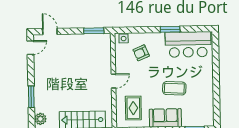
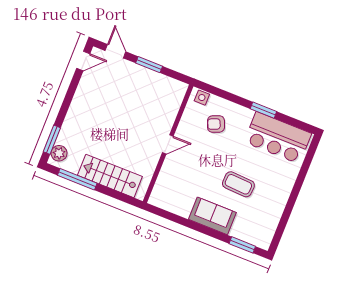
window: (94, 31) -> (149, 65), moved
window: (31, 97) -> (52, 140), moved
rug: (133, 108) -> (178, 188), removed

